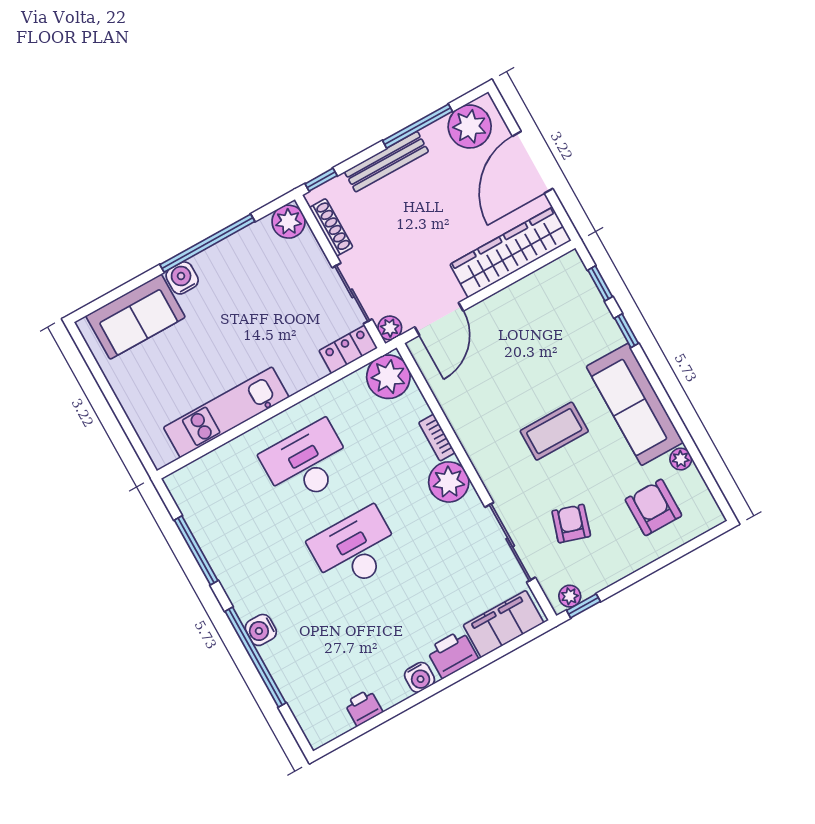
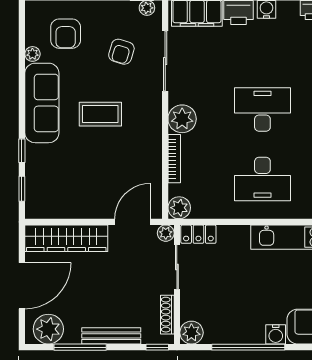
plant: (388, 377) -> (179, 208), width x0.73, depth x0.73
bookcase: (437, 438) -> (174, 159), width x1.56
desk: (355, 549) -> (262, 110), turned 180

